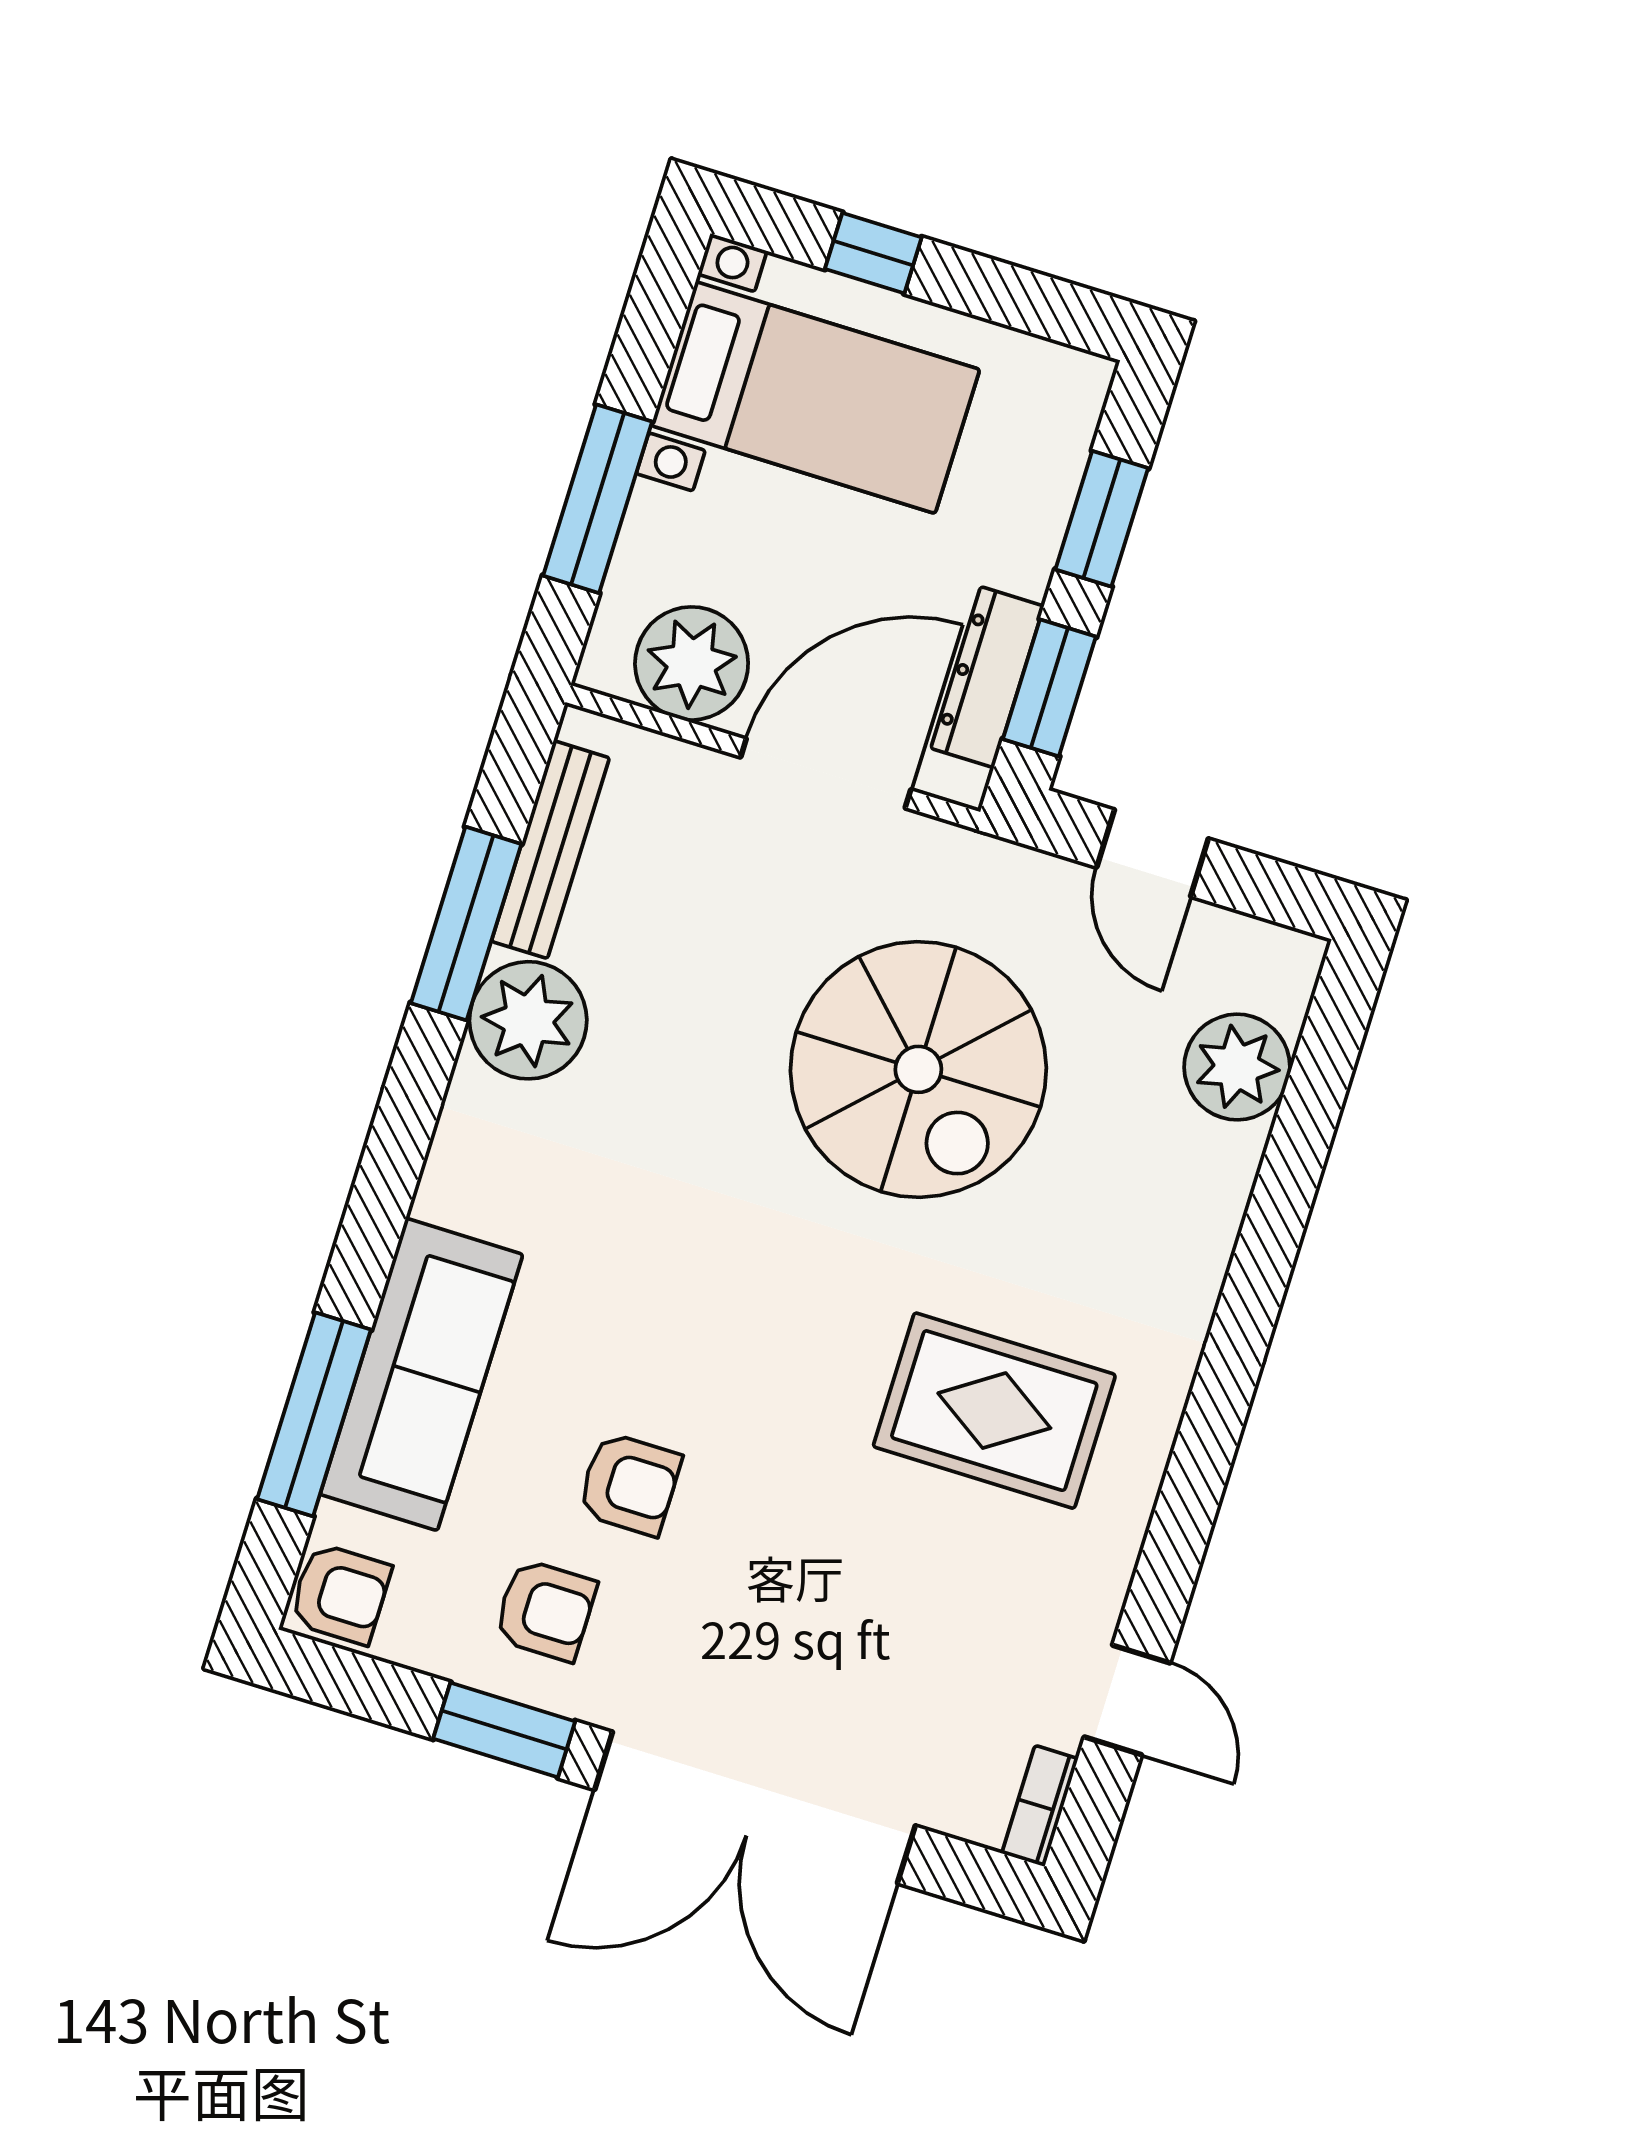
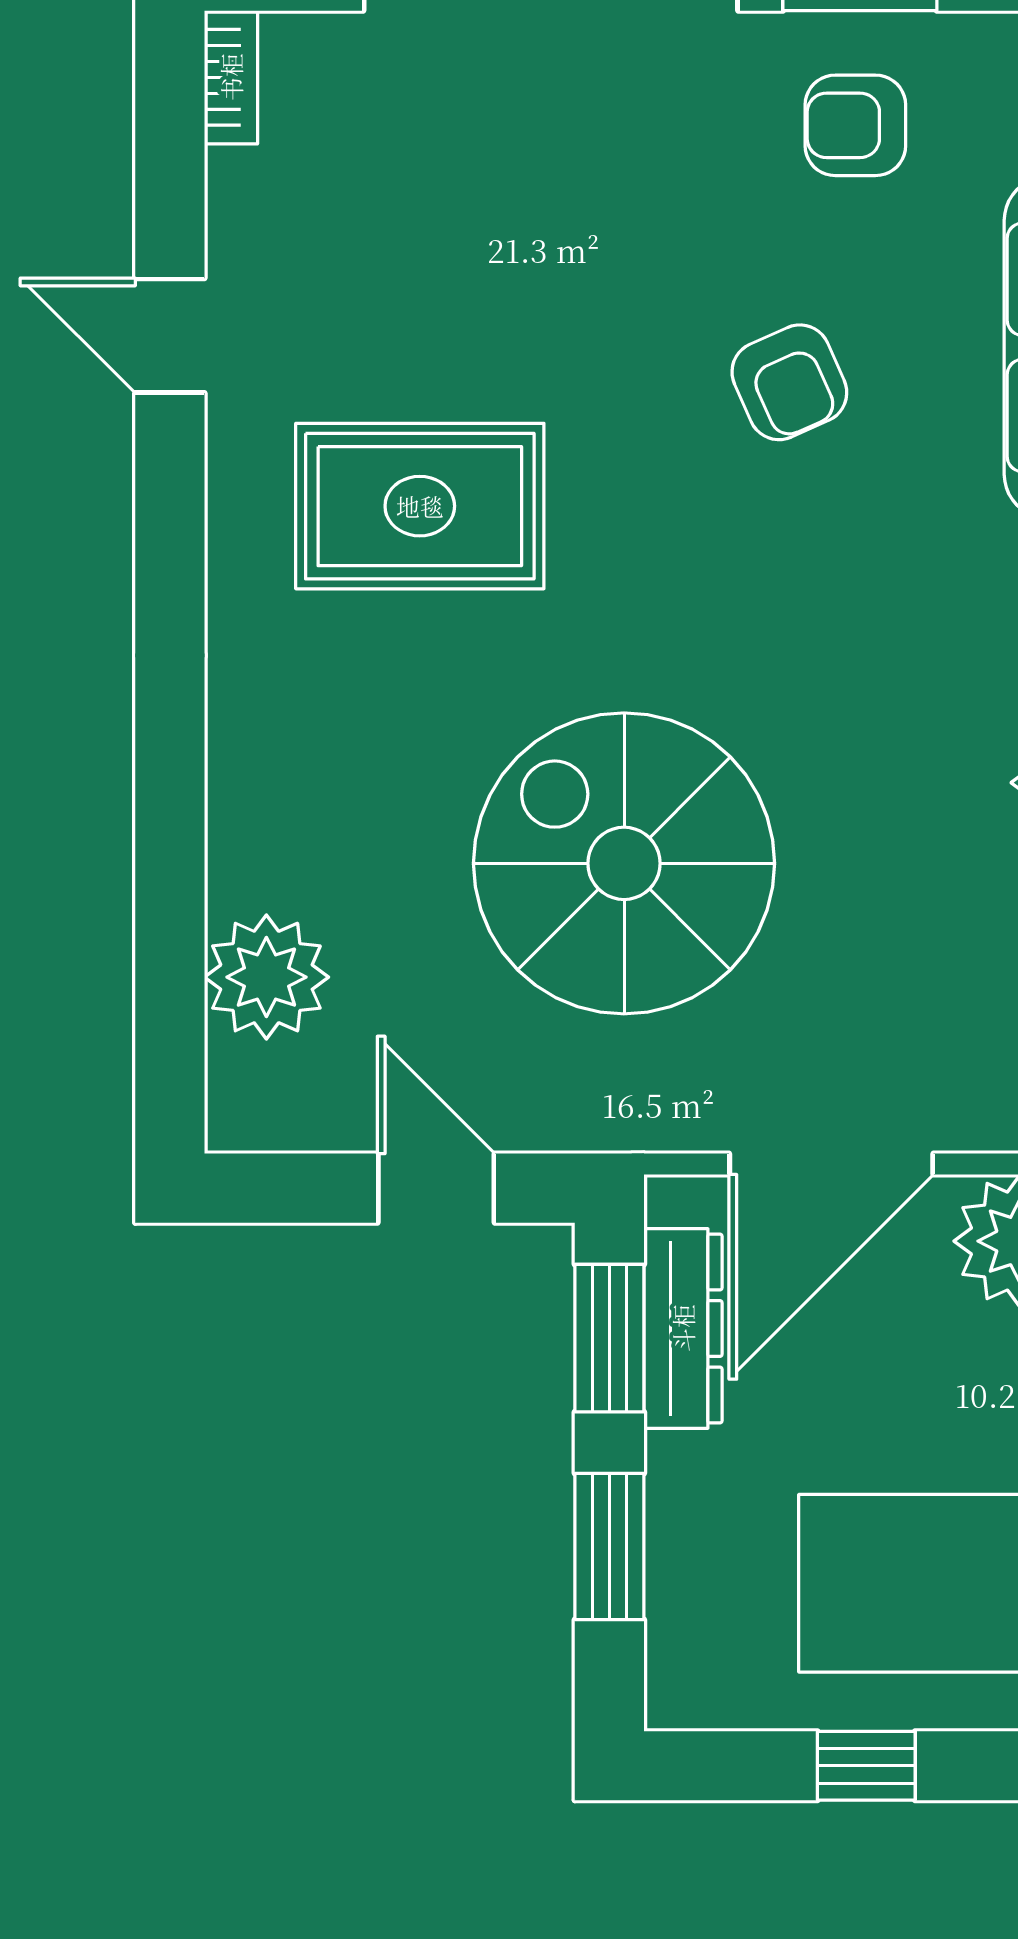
window: (873, 253) -> (866, 1766), moved
armchair: (629, 1484) -> (789, 382), moved, turned -114
door: (1127, 1700) -> (170, 336), moved

